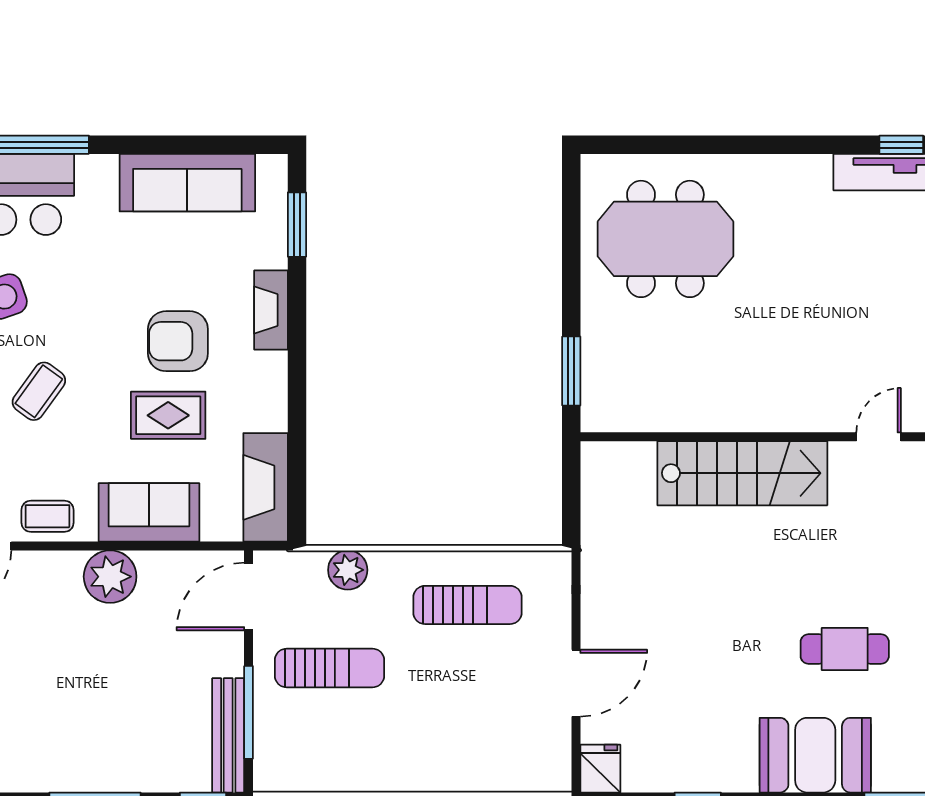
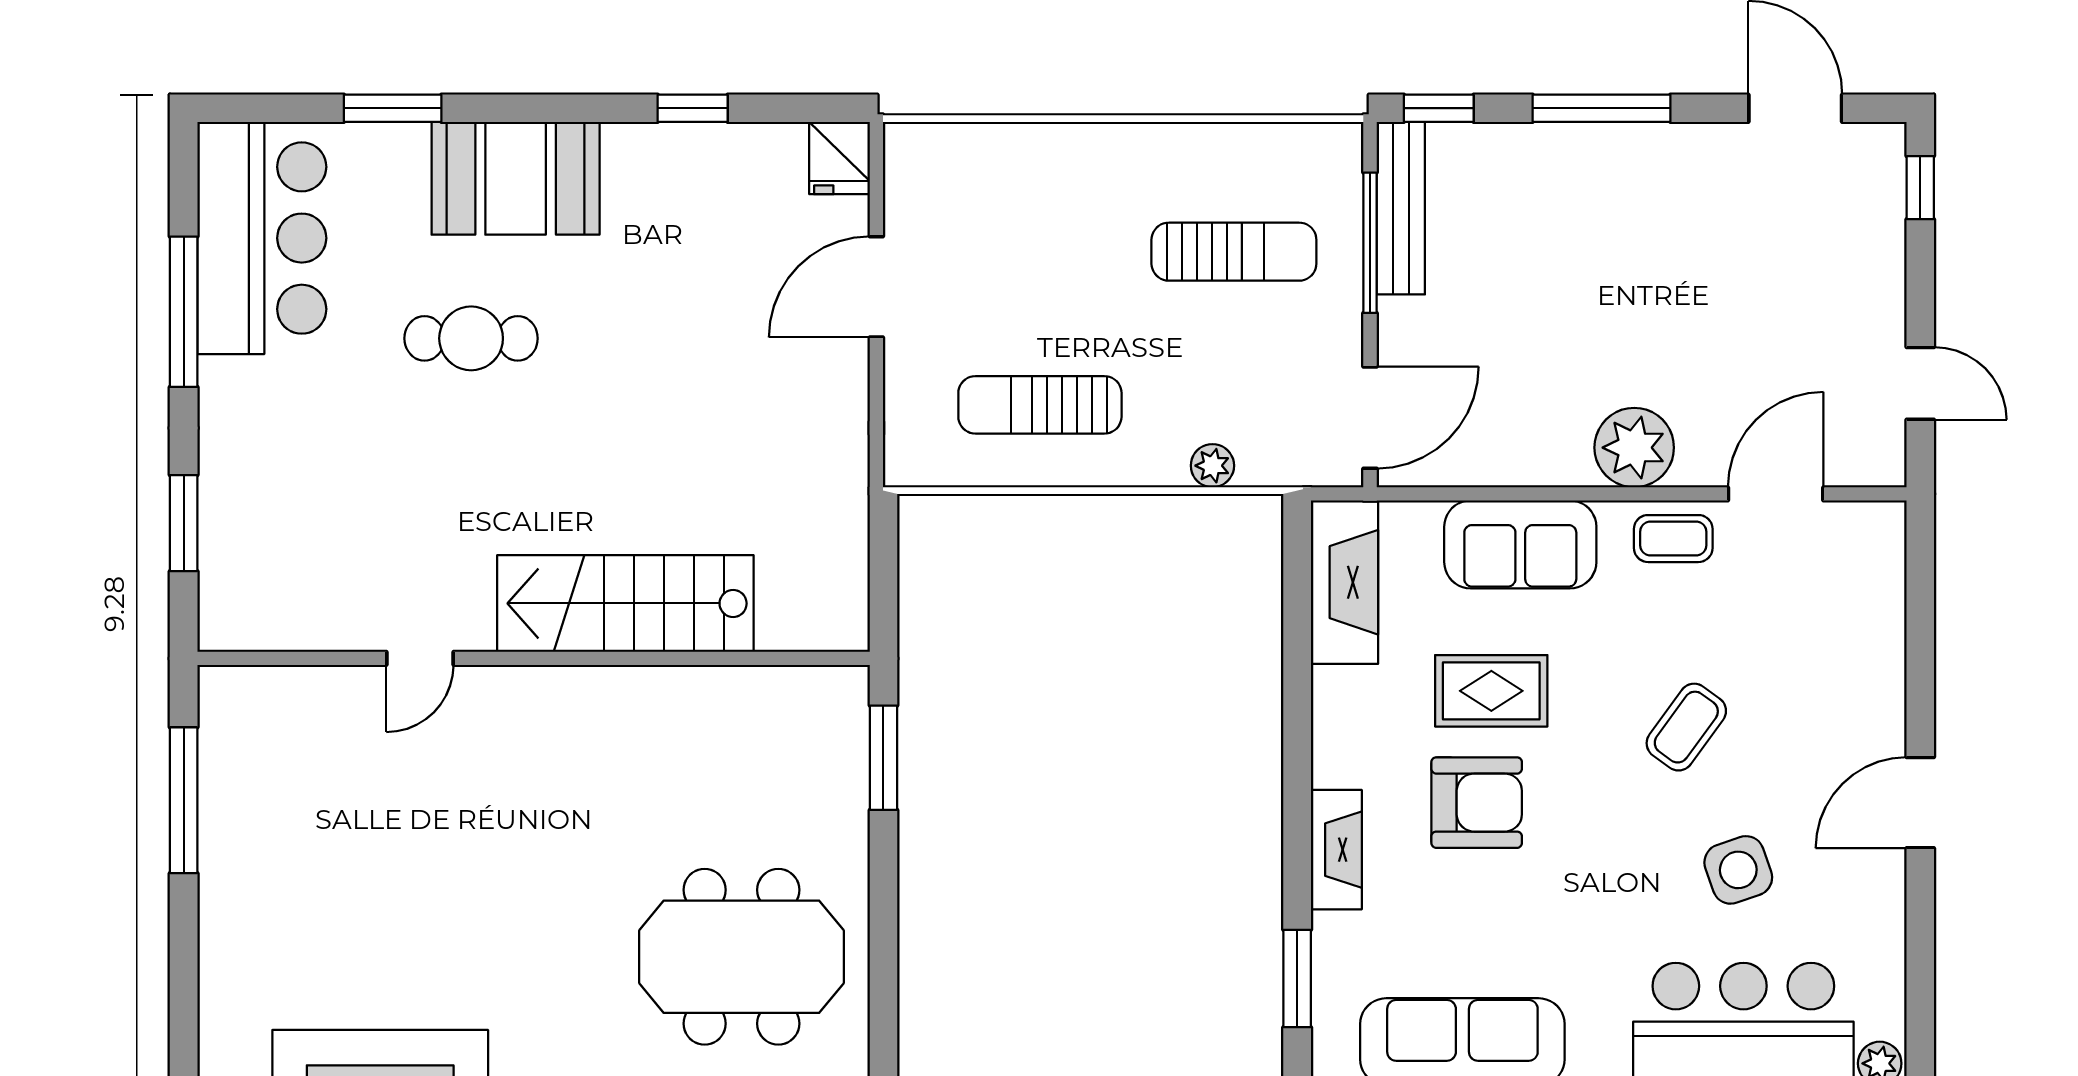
plant: (348, 570) -> (1212, 466), width x0.73, depth x0.73
plant: (110, 577) -> (1634, 448), moved
sun lounger: (329, 668) -> (1234, 252), moved, turned 180

